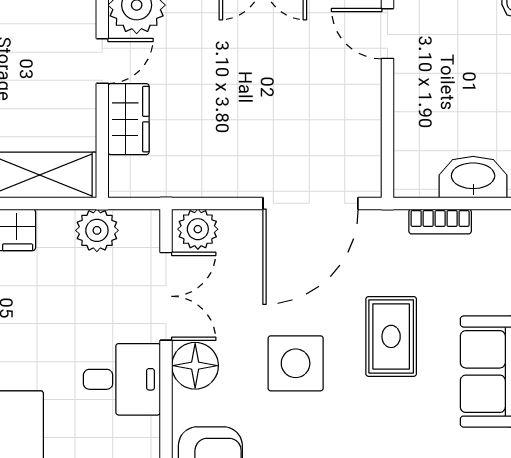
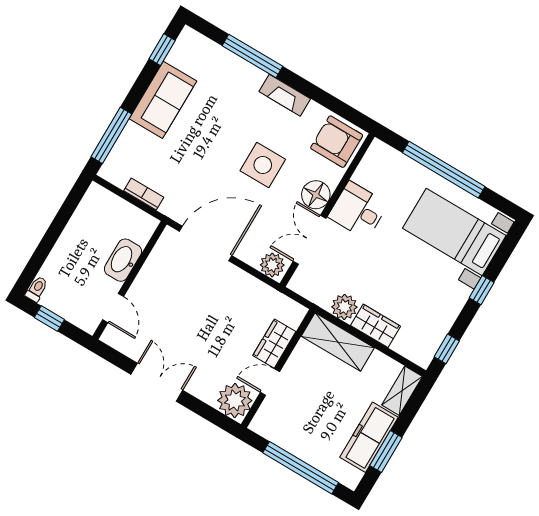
washbasin: (473, 177) -> (123, 260), moved, turned 90
plant: (97, 230) -> (344, 307), moved
rug: (391, 336) -> (205, 149), removed

